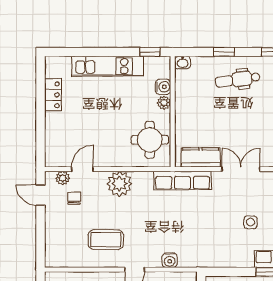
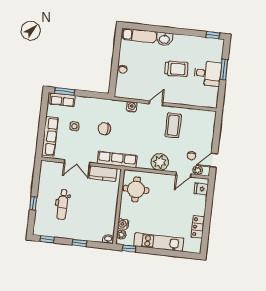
dental chair: (238, 80) -> (63, 205), moved, turned 98
plant: (164, 103) -> (121, 235), moved
fridge: (54, 151) -> (201, 189), added
door: (41, 195) -> (214, 160), swing flipped
chair: (206, 223) -> (104, 129), added
coffee table: (106, 240) -> (173, 125), turned 90

